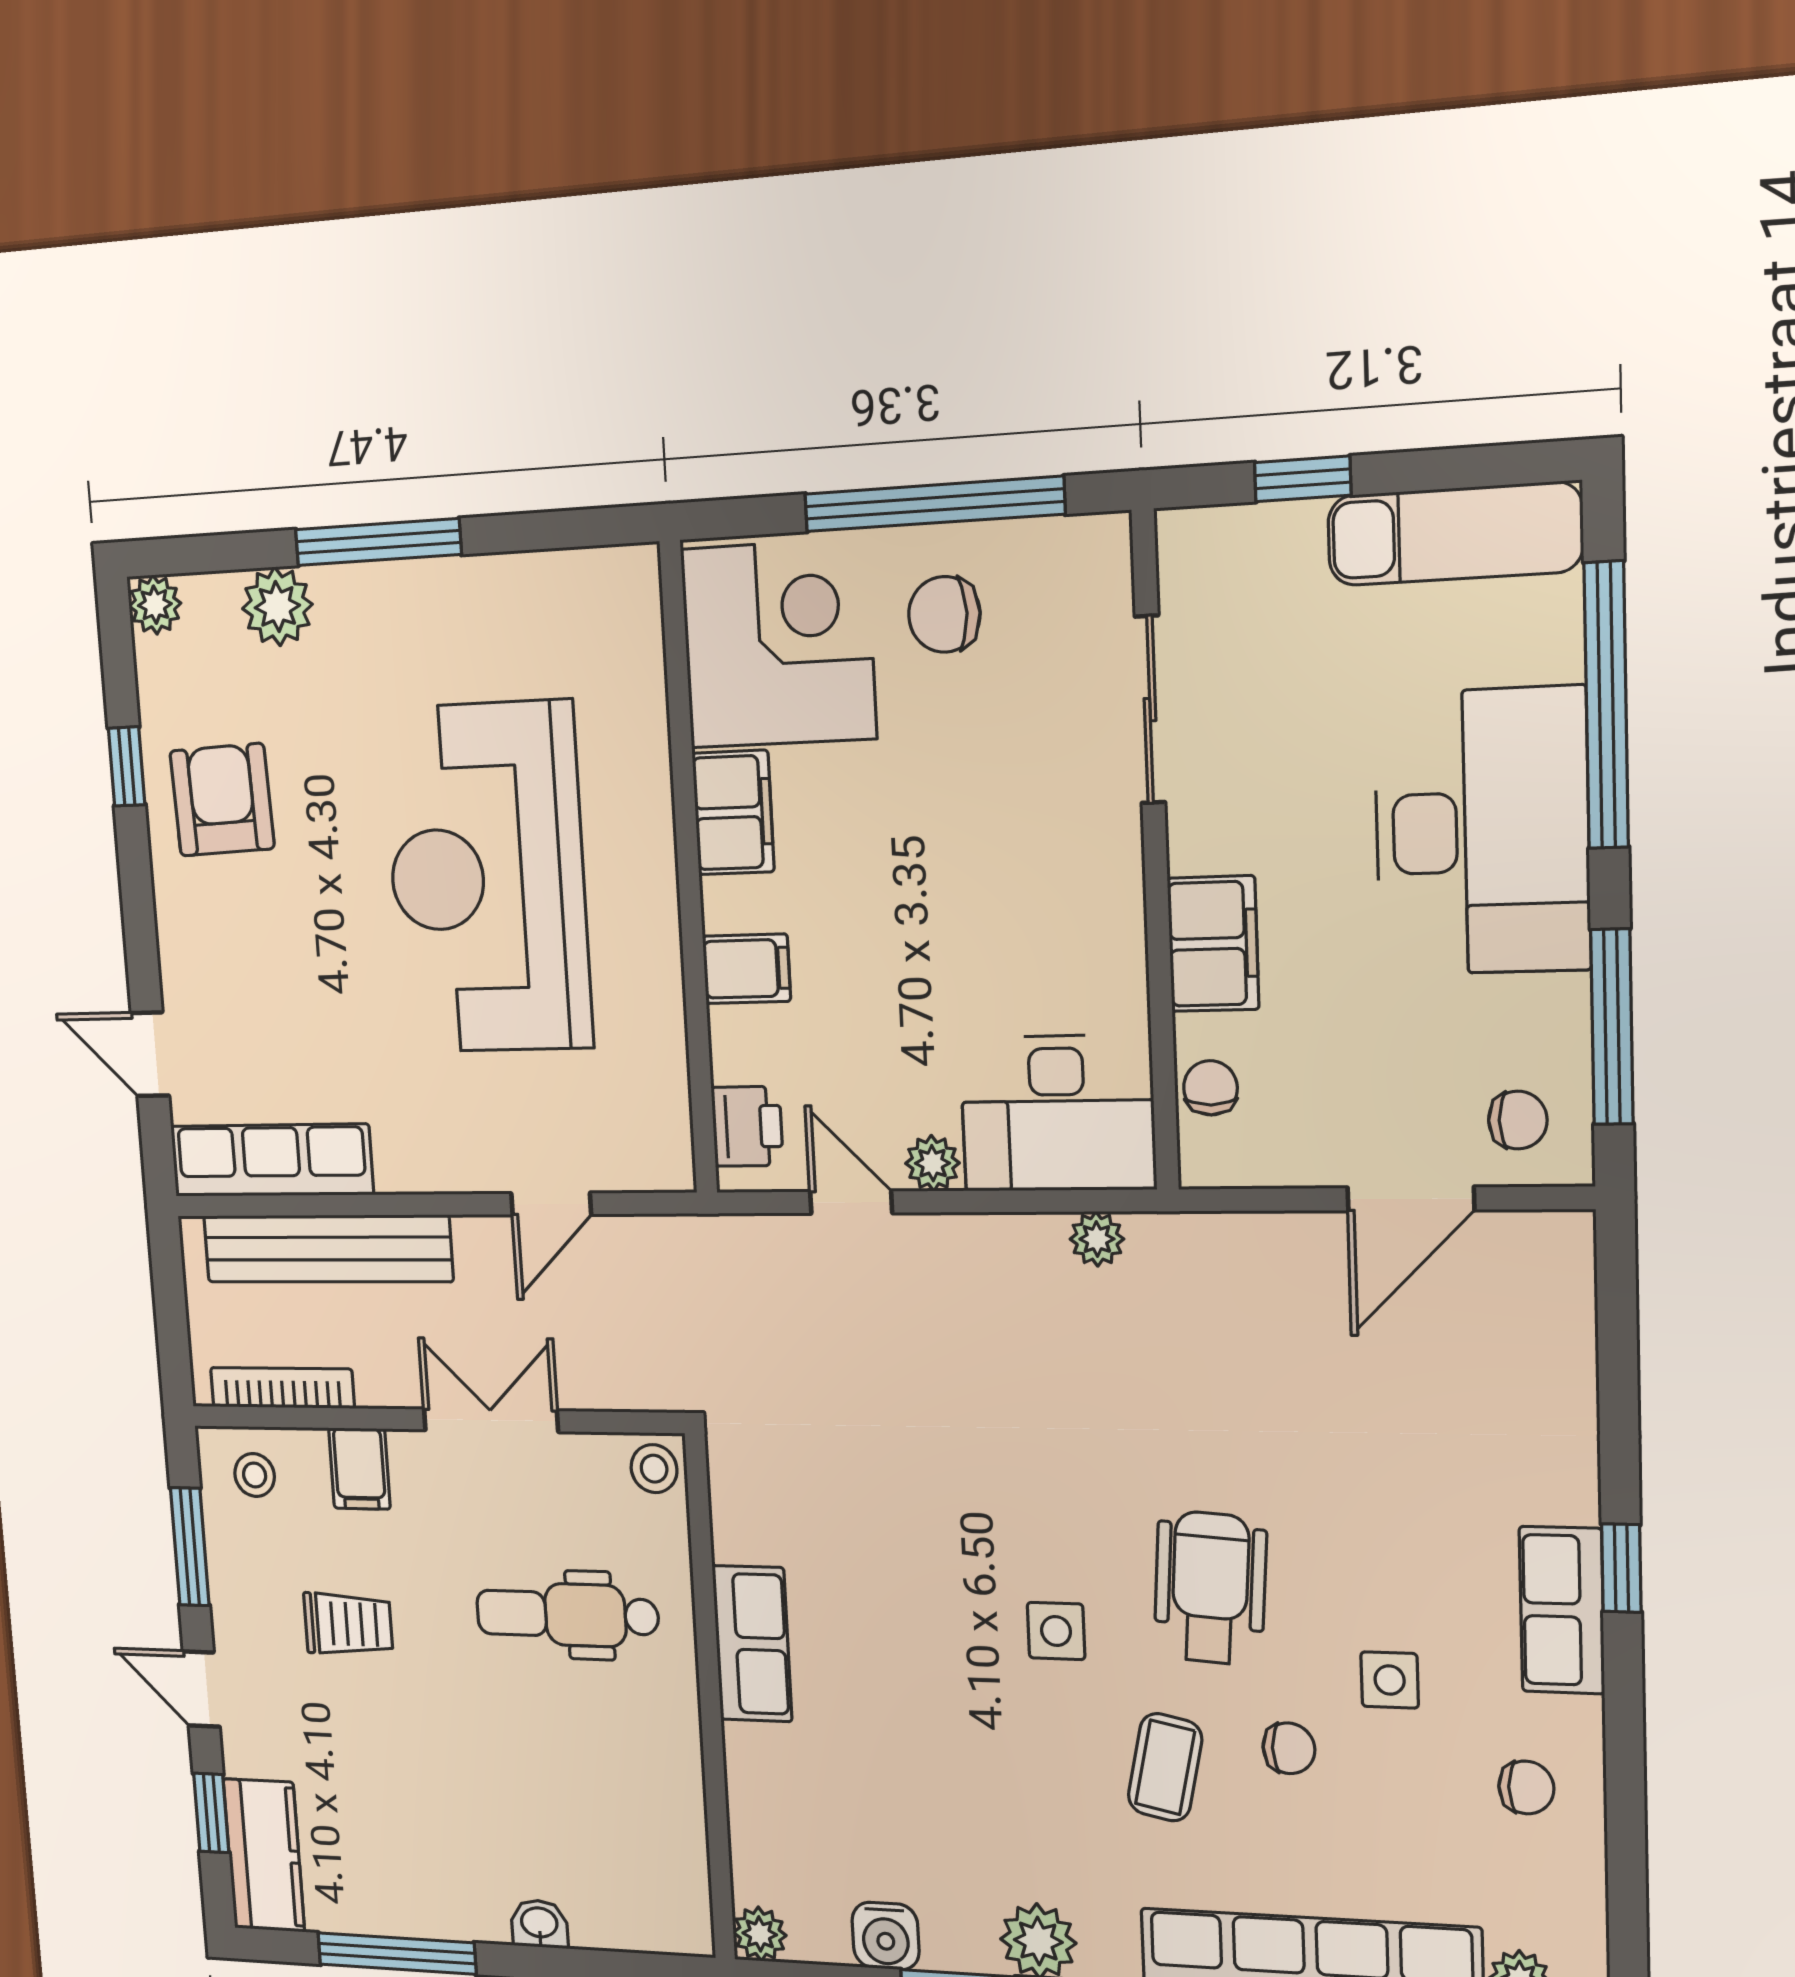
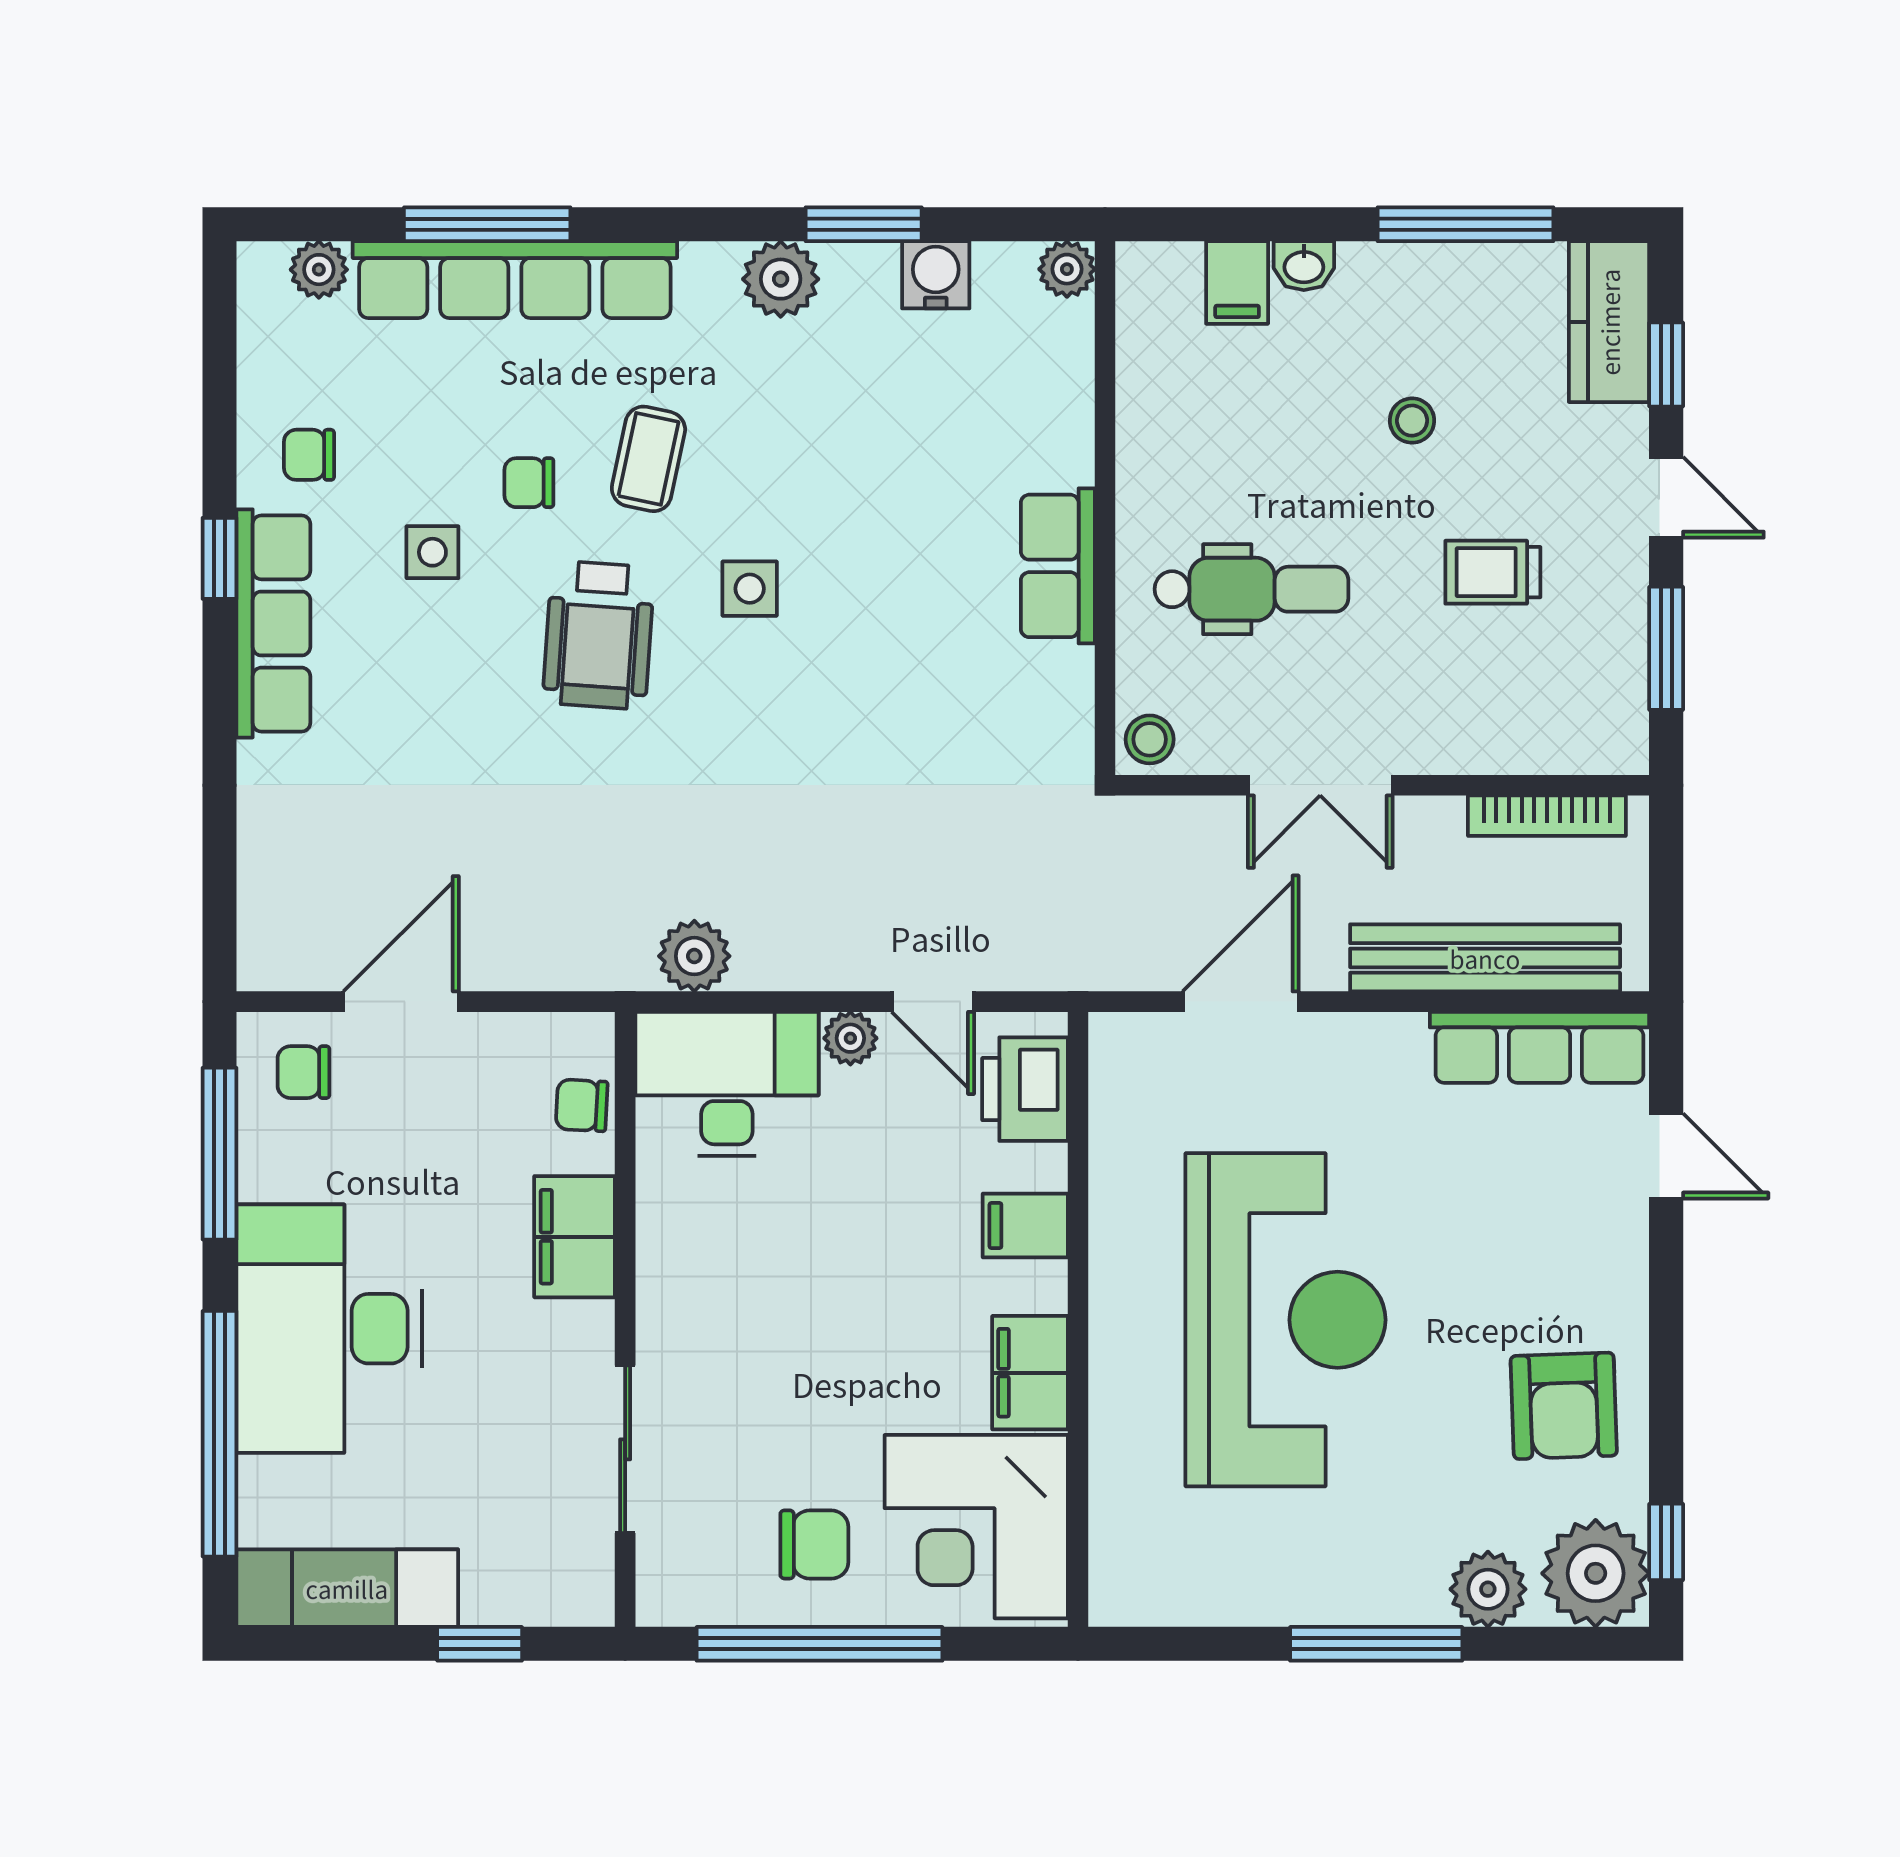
plant: (155, 605) -> (1596, 1573), width x1.87, depth x1.87
window: (127, 766) -> (1666, 1542), moved
chair: (1210, 1088) -> (582, 1105), turned 93
printer: (747, 1126) -> (1025, 1089), width x1.36, depth x1.24
door: (551, 1204) -> (1241, 1002), width x1.38
plant: (1097, 1239) -> (694, 956), width x1.38, depth x1.38
filing cabinet: (359, 1469) -> (1237, 282), moved, turned 180
stool: (255, 1475) -> (1412, 421), moved
window: (1621, 1568) -> (220, 558), moved
row of seats: (1562, 1610) -> (273, 623), width x1.48

